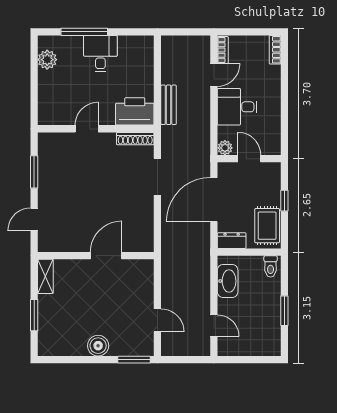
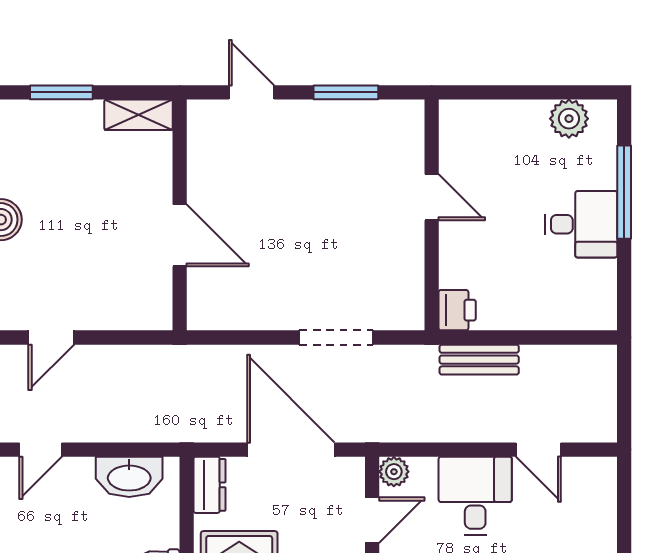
bookcase: (223, 50) -> (588, 467), removed
printer: (135, 111) -> (457, 310), width x0.53, depth x0.68
shoe rack: (135, 139) -> (412, 293), removed

